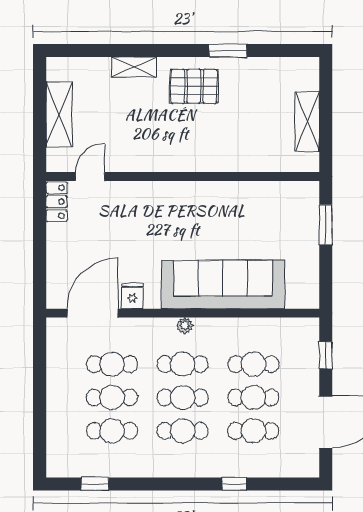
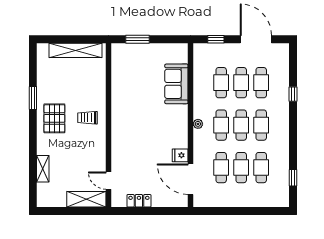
shelving: (134, 67) -> (43, 169), moved
shelving: (59, 114) -> (86, 199), moved
shelving: (307, 122) -> (76, 50), width x1.47
trolley: (195, 141) -> (87, 118), added
locker: (57, 202) -> (139, 201), moved
sofa: (223, 284) -> (176, 84), width x0.54, depth x0.79

